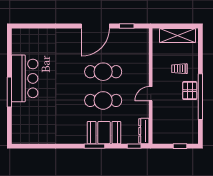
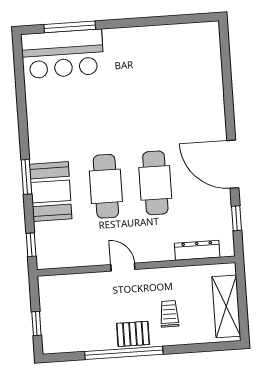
bar counter: (25, 78) -> (63, 54), moved
window: (9, 92) -> (70, 27), moved
dresser: (144, 131) -> (197, 250), moved

